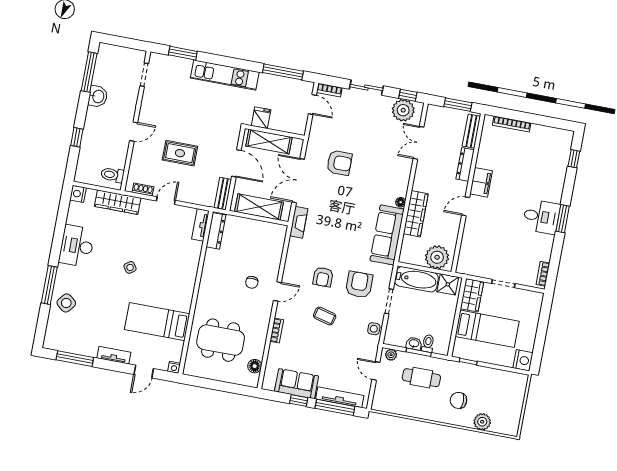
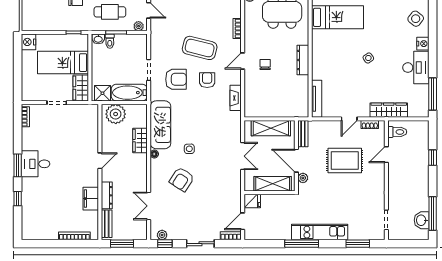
window: (283, 72) -> (302, 244), moved
washbasin: (98, 96) -> (422, 220), moved
door: (312, 104) -> (243, 221), hinge flipped
plant: (403, 110) -> (162, 235), width x0.53, depth x0.53
fridge: (261, 118) -> (252, 201), moved, turned -90
door: (134, 132) -> (386, 155), moved
plant: (233, 142) -> (303, 178), added
double door: (419, 143) -> (149, 206), swing flipped
rug: (180, 153) -> (345, 160), width x1.36, depth x1.43
window: (574, 159) -> (18, 199), moved
armchair: (339, 163) -> (182, 179), moved, turned -57
double door: (298, 181) -> (243, 156), width x0.73
filing cabinet: (481, 182) -> (91, 199), moved
nightstand: (78, 194) -> (423, 44), moved
wardrobe: (416, 214) -> (140, 141), width x0.67
fireplace: (299, 222) -> (236, 98), moved
tv unit: (200, 225) -> (317, 99), width x1.41
dresser: (216, 231) -> (303, 60), moved
window: (49, 285) -> (433, 94), moved
armchair: (359, 285) -> (176, 79), turned -90
coffee table: (325, 316) -> (200, 48), width x1.86, depth x1.72
side table: (374, 329) -> (189, 149), moved
washbasin: (414, 344) -> (98, 39), moved

